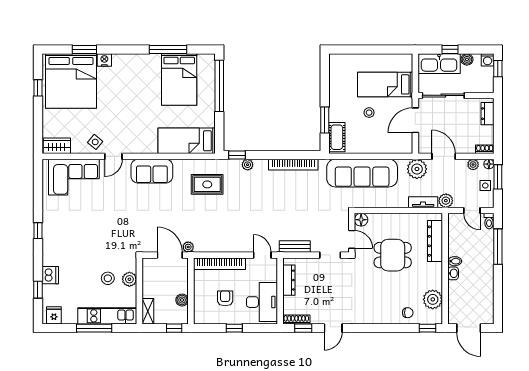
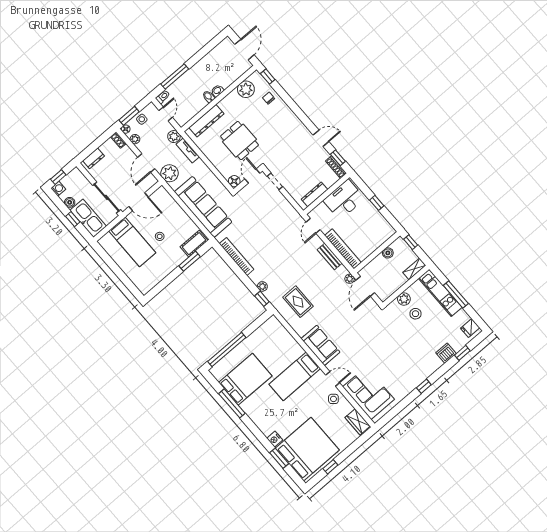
bed: (187, 141) -> (295, 376), moved, turned 90
bench: (295, 247) -> (330, 256), moved
armchair: (225, 298) -> (362, 226), removed

